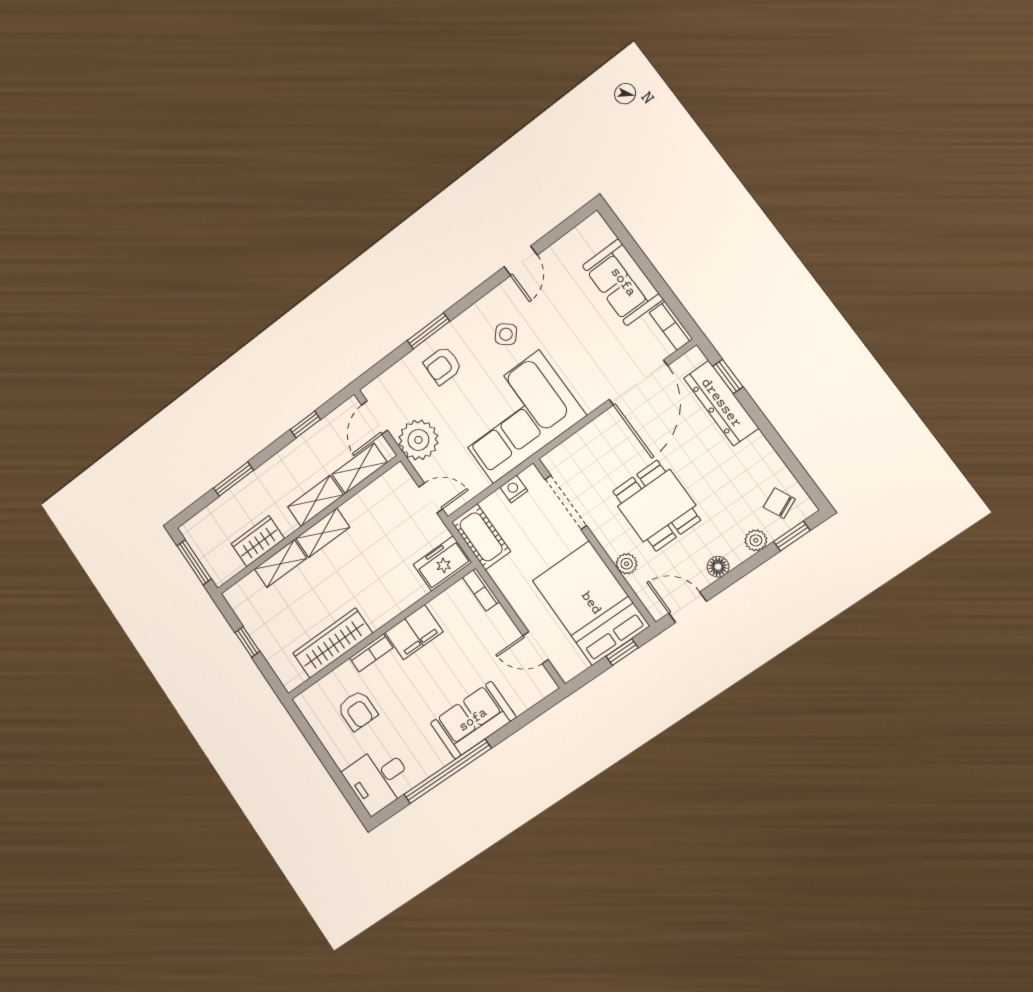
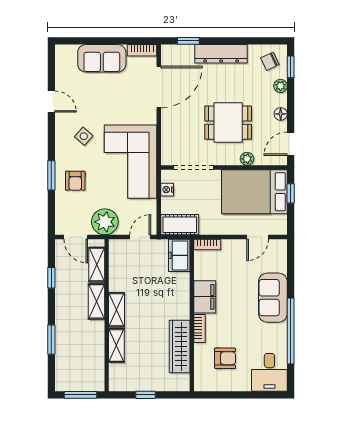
door: (638, 383) -> (159, 87), hinge flipped
dresser: (721, 403) -> (221, 54), moved
wardrobe: (258, 541) -> (95, 350), removed

